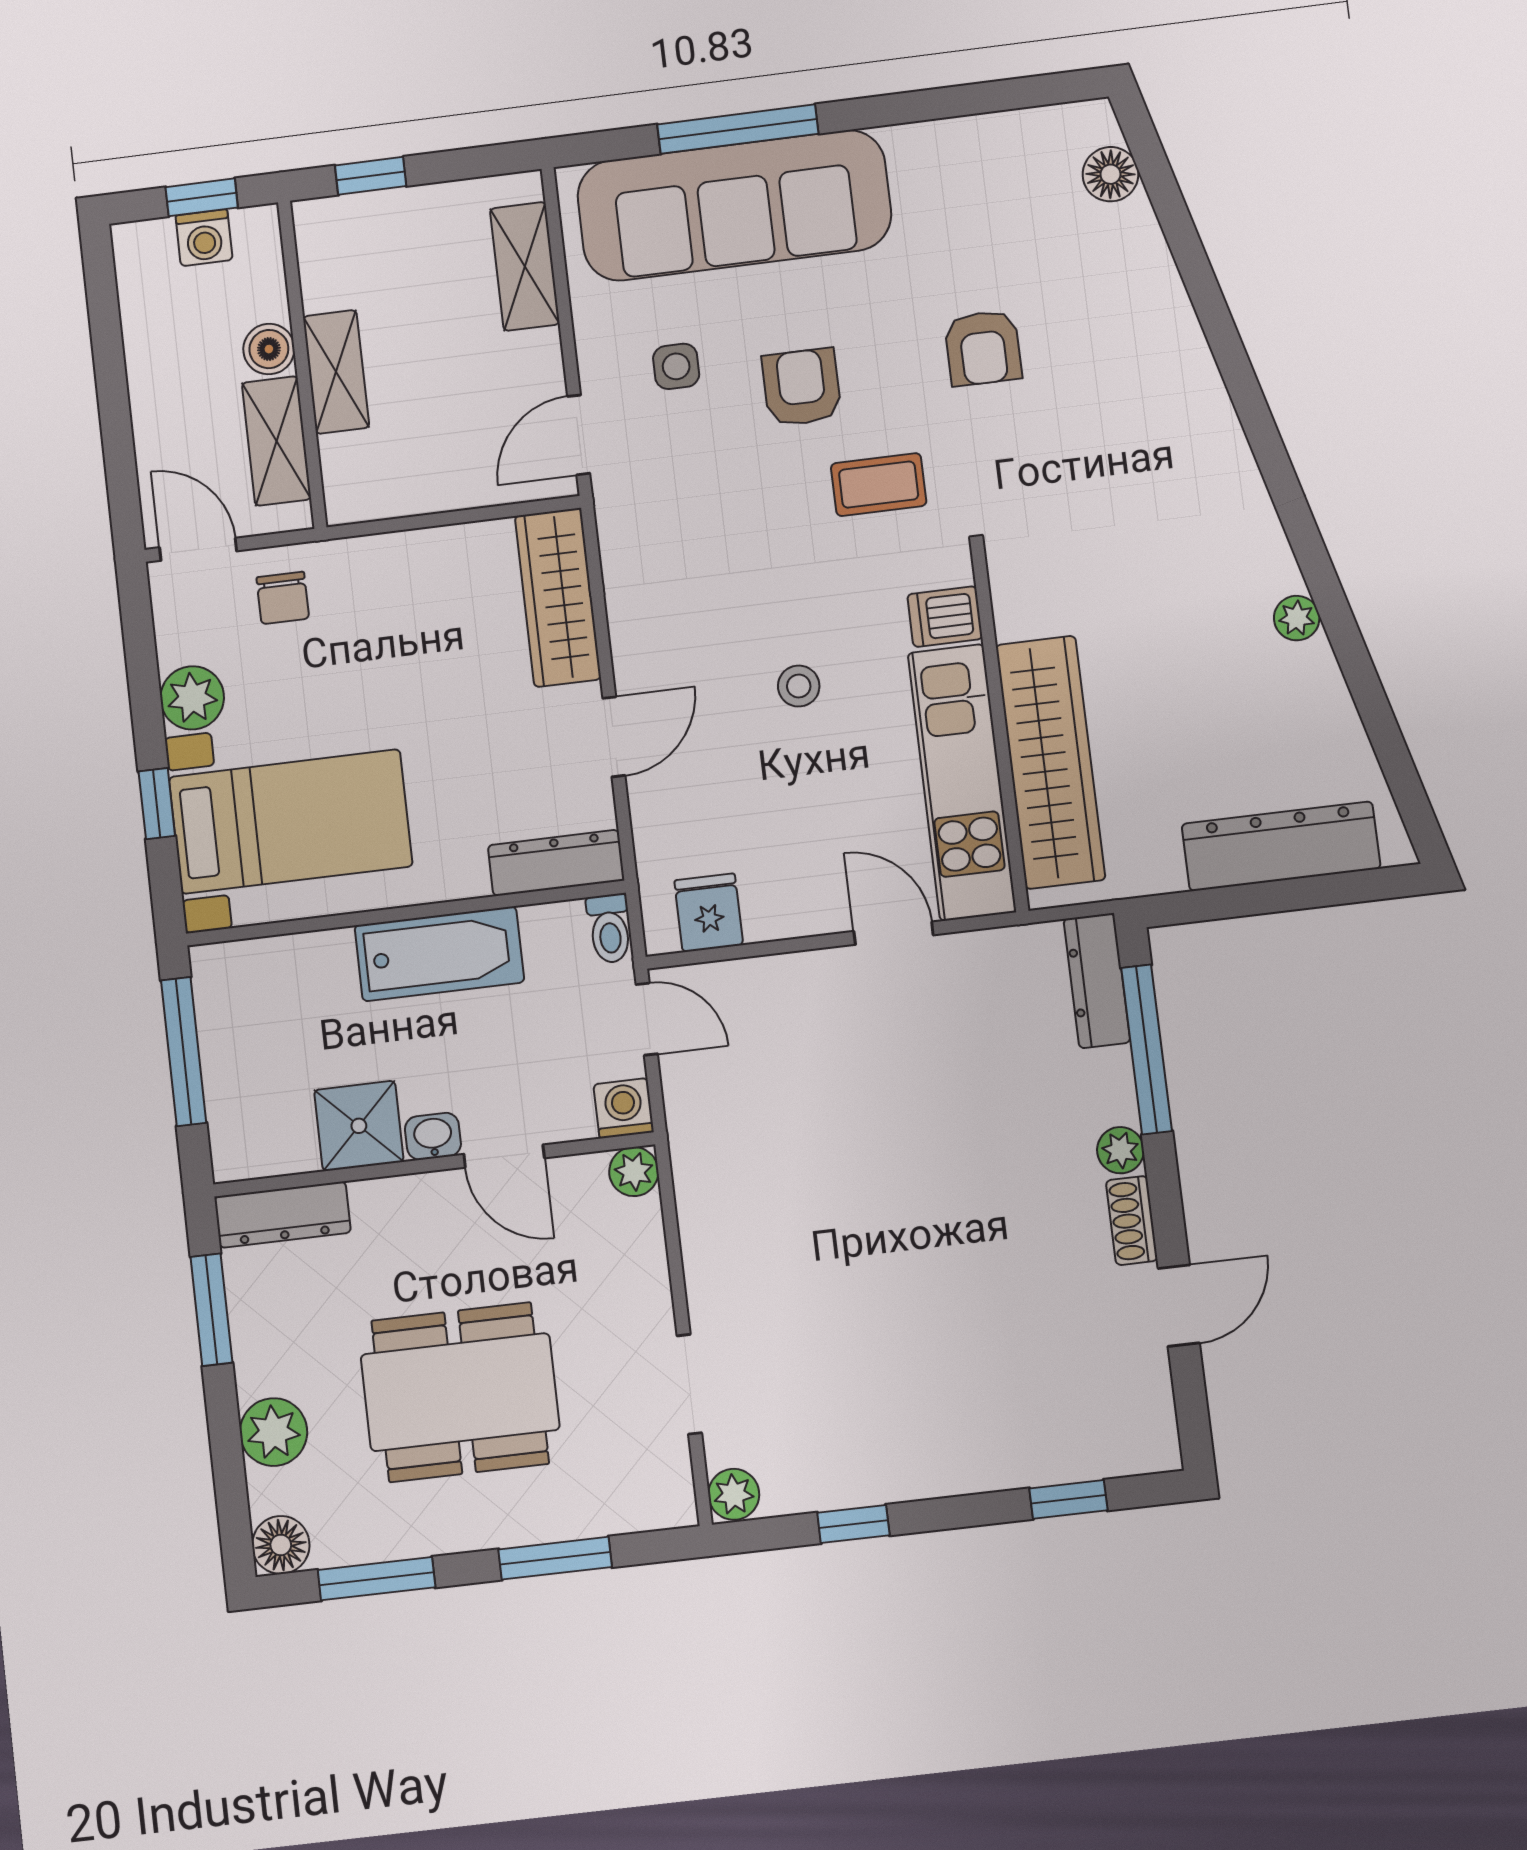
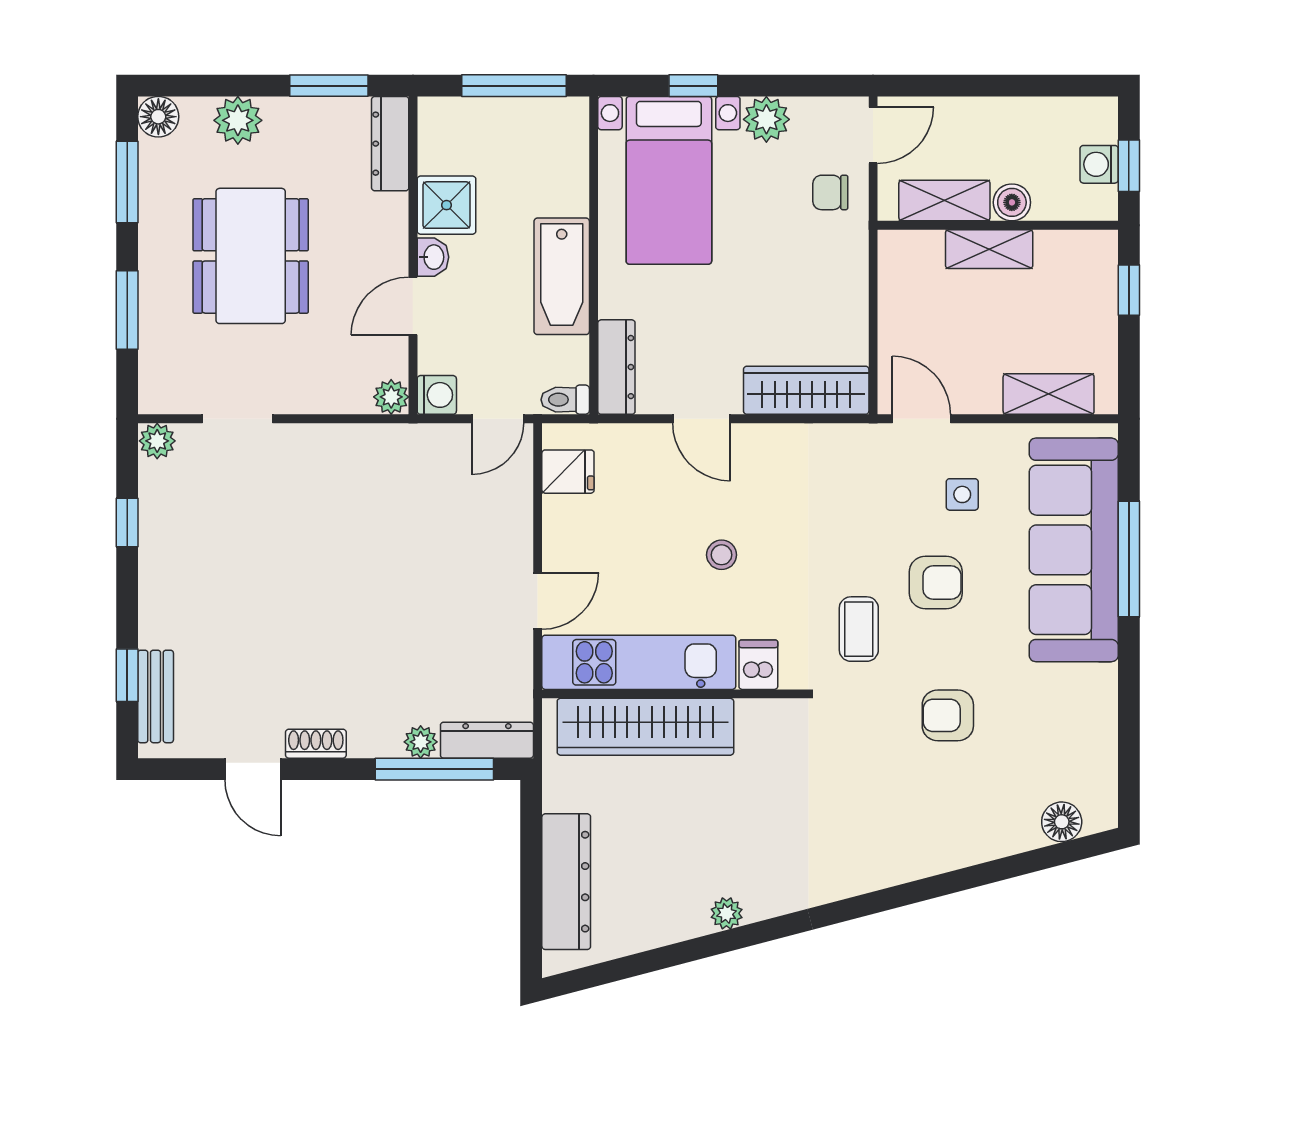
plant: (1120, 1150) -> (421, 742), moved
bench: (1093, 1455) -> (156, 696), added

